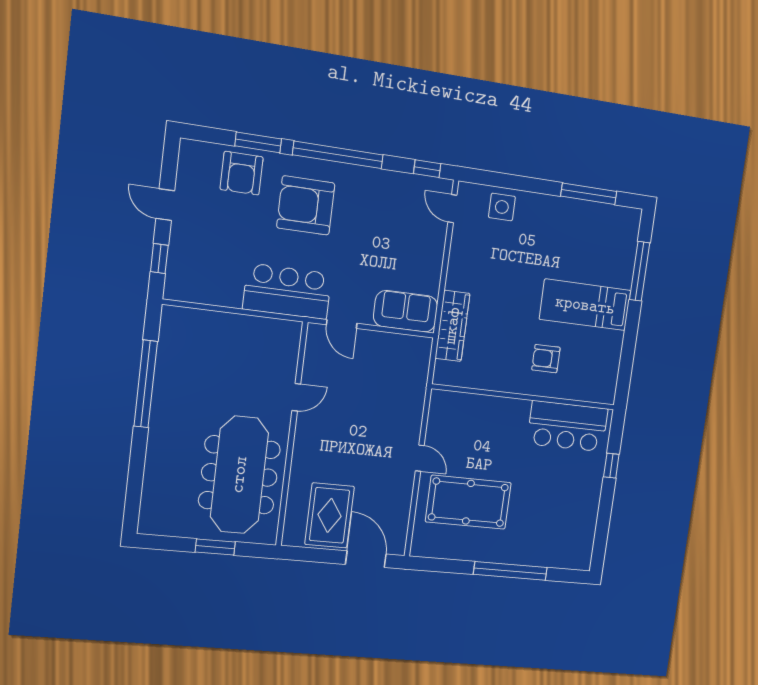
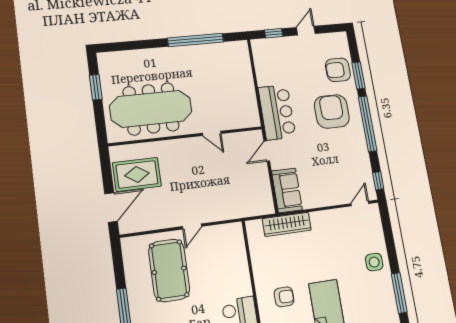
side table: (502, 207) -> (374, 262), moved
armchair: (546, 359) -> (284, 297), turned 90
window: (215, 547) -> (96, 87), moved

